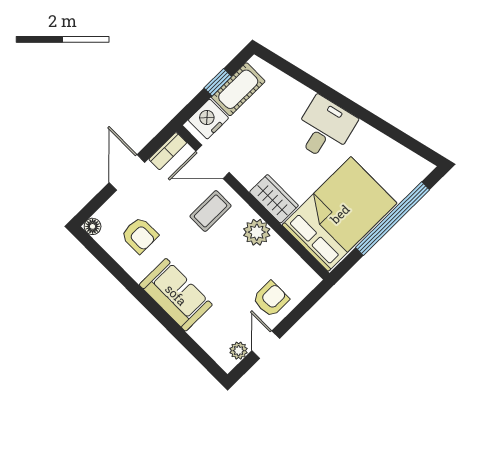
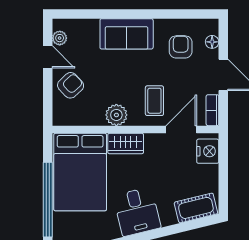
window: (218, 82) -> (223, 177), removed
cot: (238, 89) -> (196, 208), moved, turned 76
floor lamp: (93, 226) -> (212, 42), moved
armchair: (140, 235) -> (181, 47), turned 90
armchair: (271, 299) -> (71, 85), turned -133

